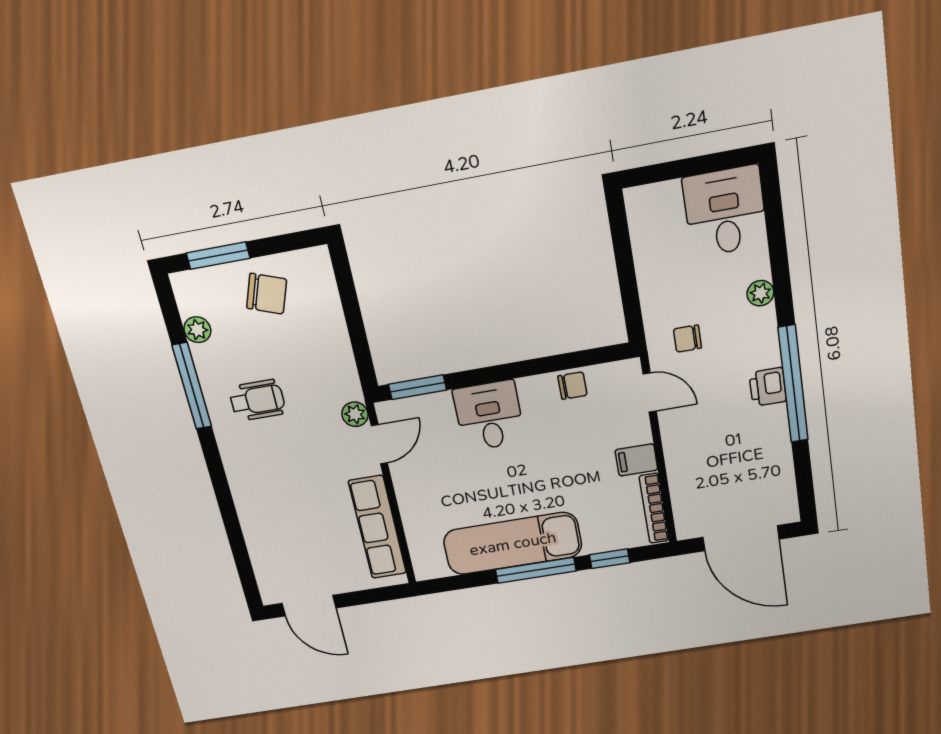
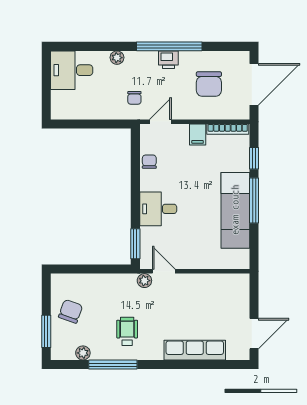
chair: (731, 464) -> (209, 84), added
row of seats: (377, 527) -> (195, 350), moved, turned 180

